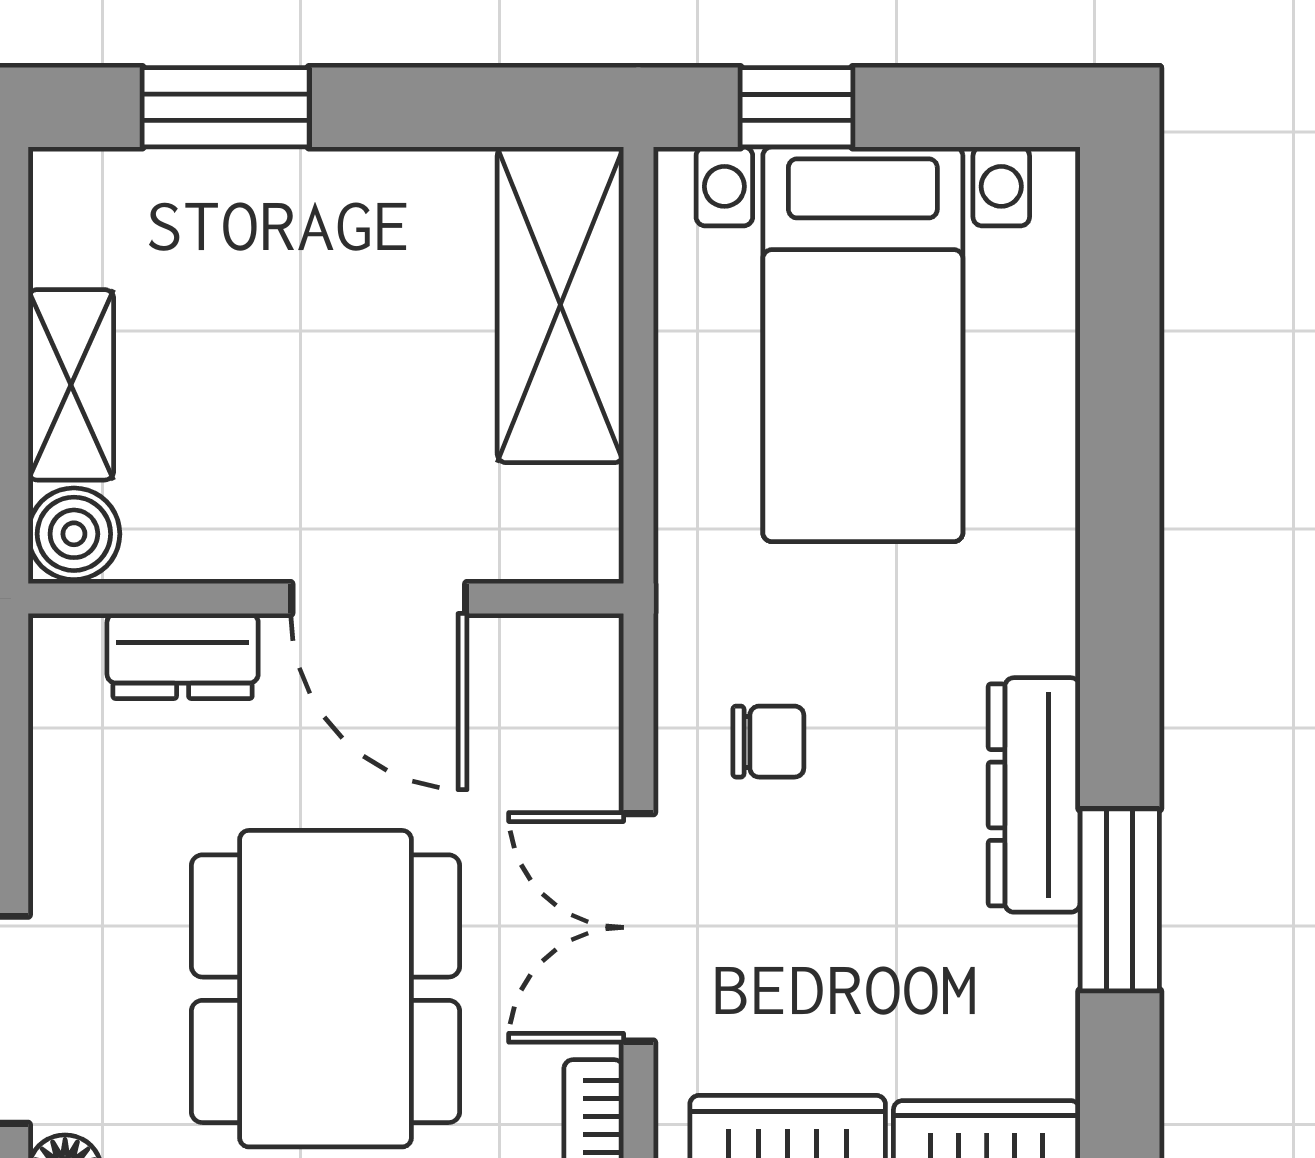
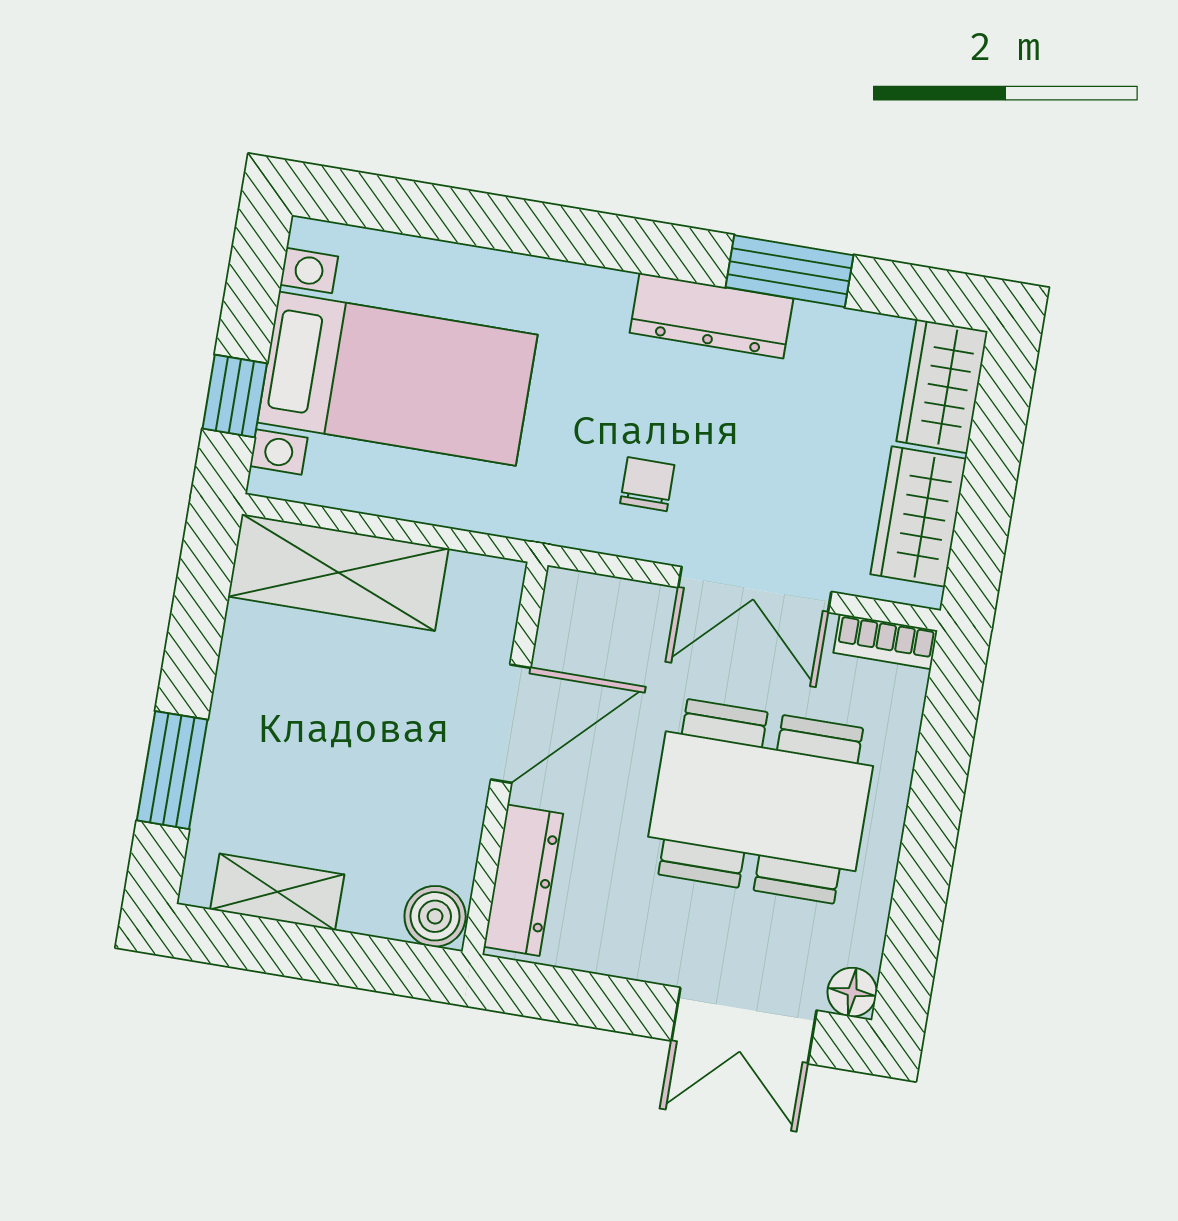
shelving: (71, 385) -> (277, 892), moved
dresser: (183, 656) -> (523, 880), width x1.44

